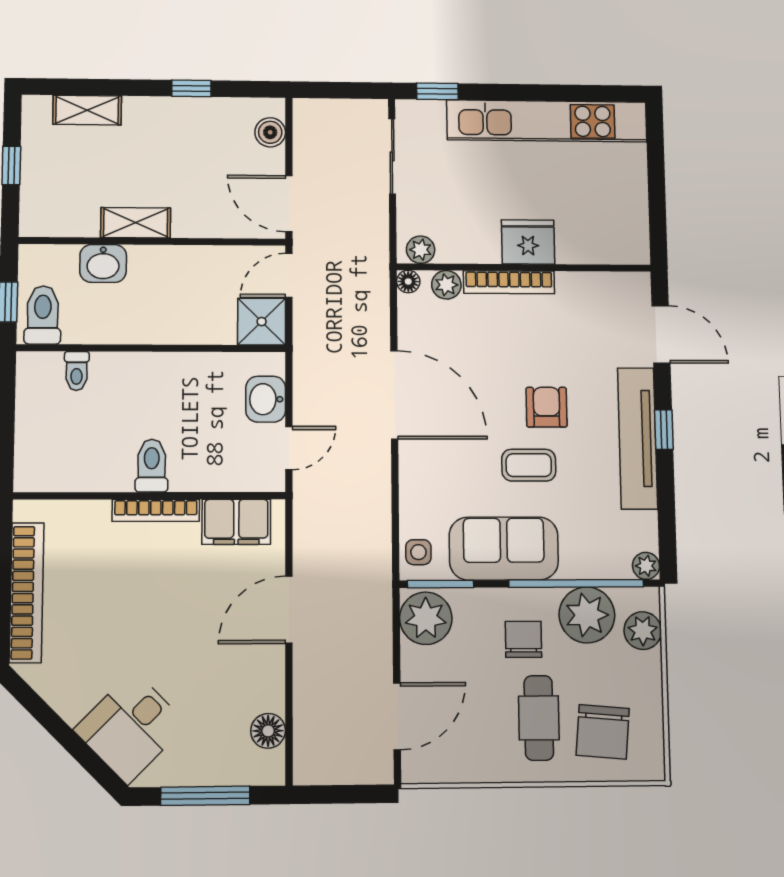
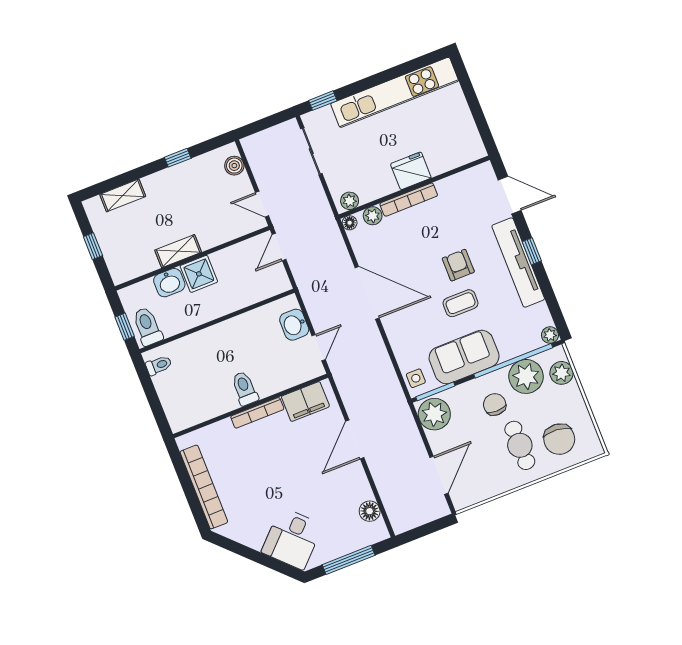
door: (289, 204) -> (262, 204), width x0.73
shower: (262, 322) -> (199, 274), moved
toilet: (77, 371) -> (159, 365), moved, turned -90

